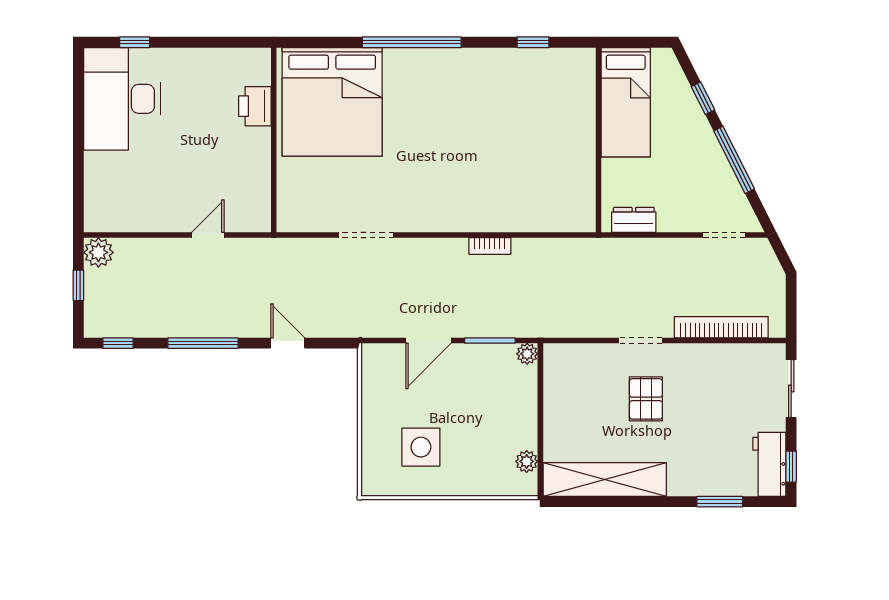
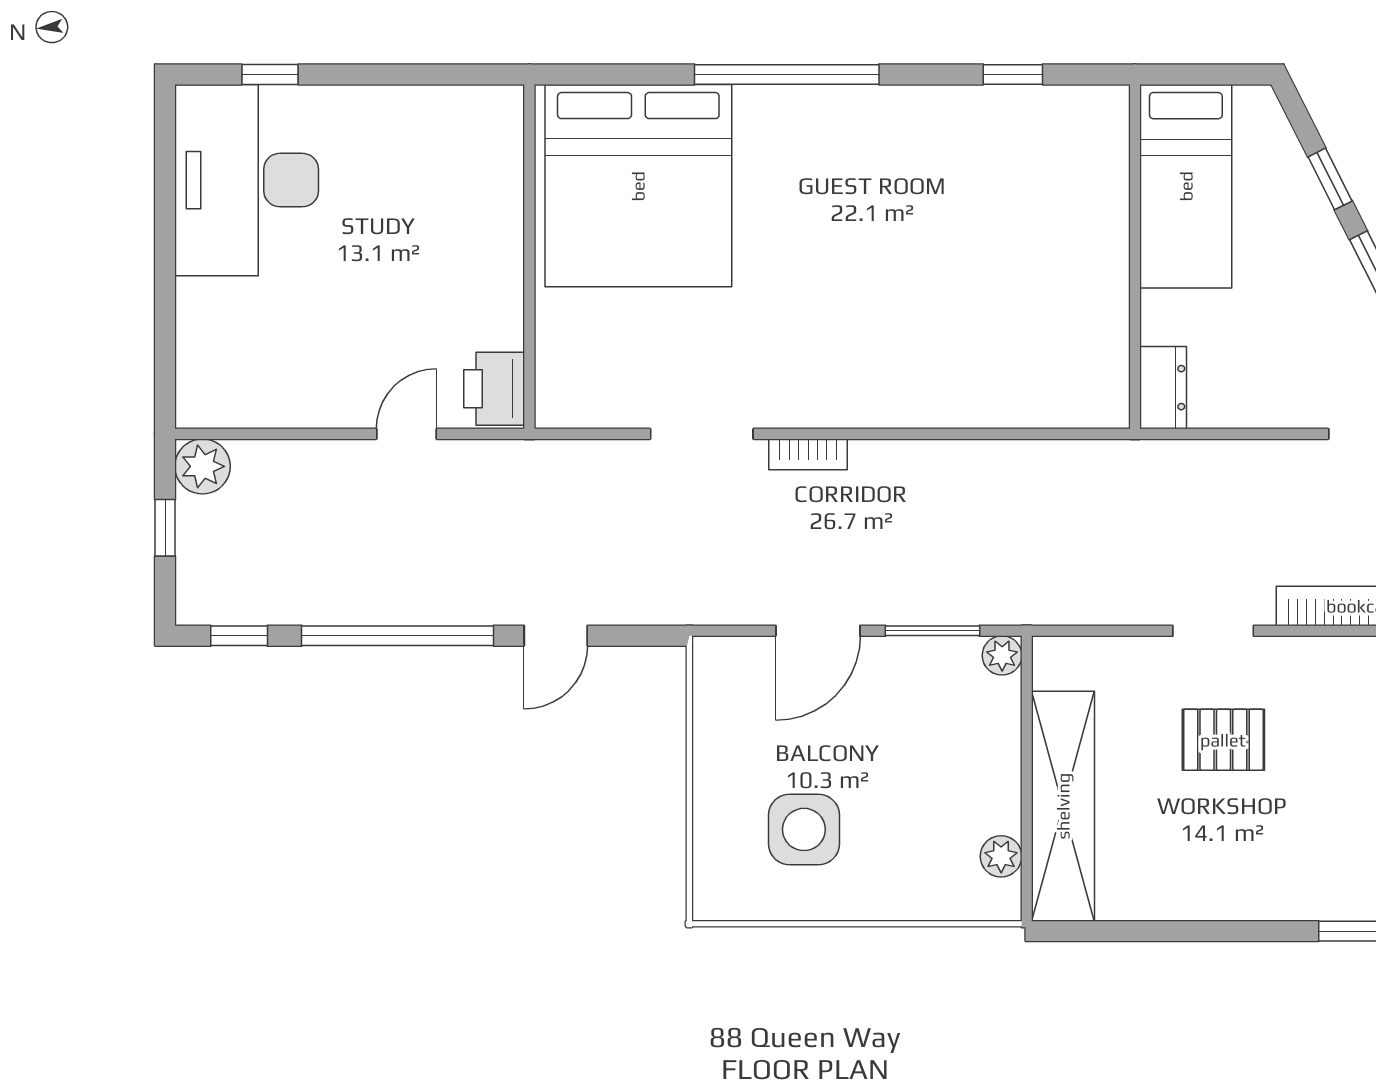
printer: (255, 106) -> (494, 389), moved
dresser: (634, 220) -> (1163, 388), moved, turned 90
bookcase: (490, 246) -> (808, 454), moved
window: (203, 343) -> (398, 636), width x1.46
door: (288, 343) -> (556, 636), swing flipped
pallet: (646, 399) -> (1223, 740), turned 90
shelving: (605, 479) -> (1063, 806), moved, turned 90

